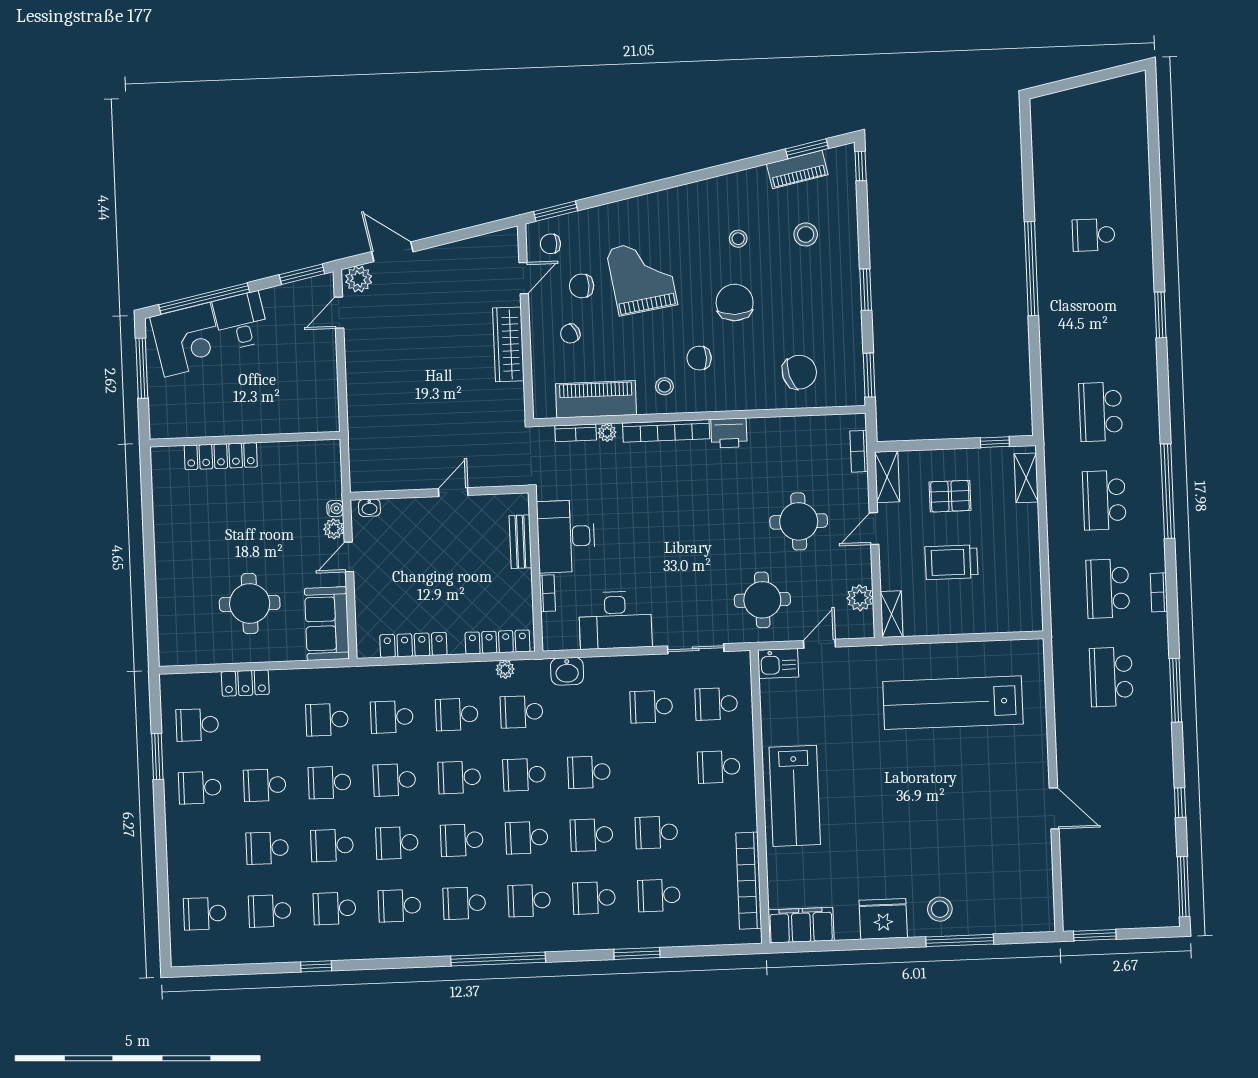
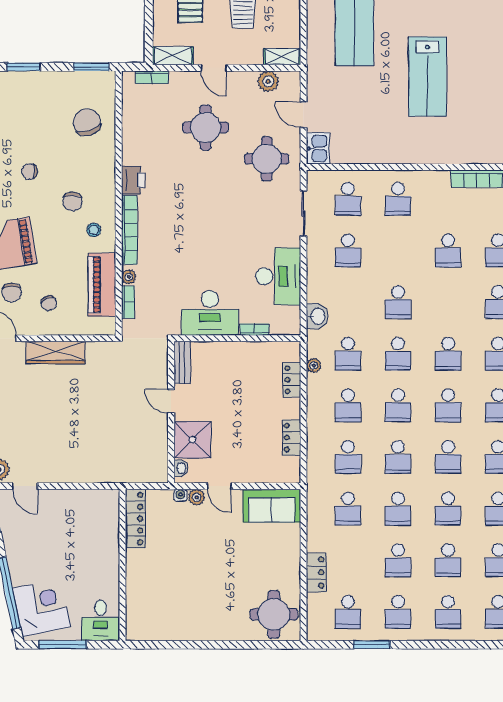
chair: (735, 303) -> (30, 171), width x0.54, depth x0.54
desk: (241, 321) -> (101, 620), moved, turned -78
locker: (221, 456) -> (135, 519), moved
shower: (406, 521) -> (192, 440), added
bench: (520, 542) -> (182, 362), moved, turned 90
round table: (250, 603) -> (274, 614), moved
locker: (498, 642) -> (292, 380), width x0.66
locker: (413, 645) -> (291, 438), width x0.66
lab bench: (795, 796) -> (428, 77), moved, turned 90
school desk: (592, 835) -> (448, 612), moved

